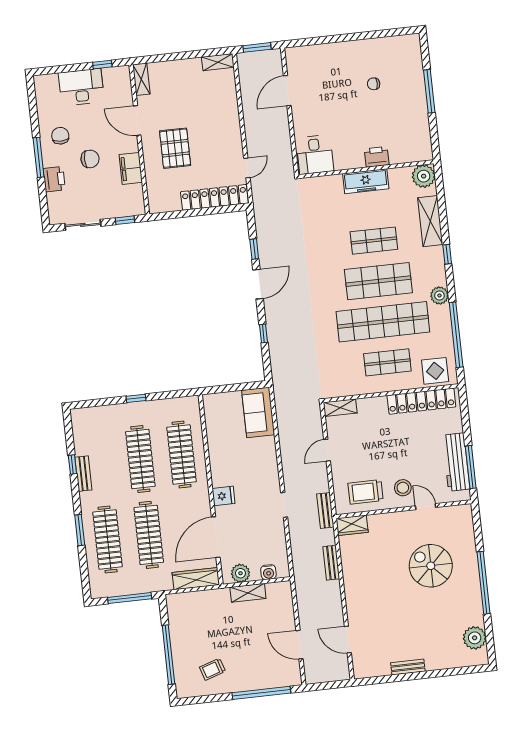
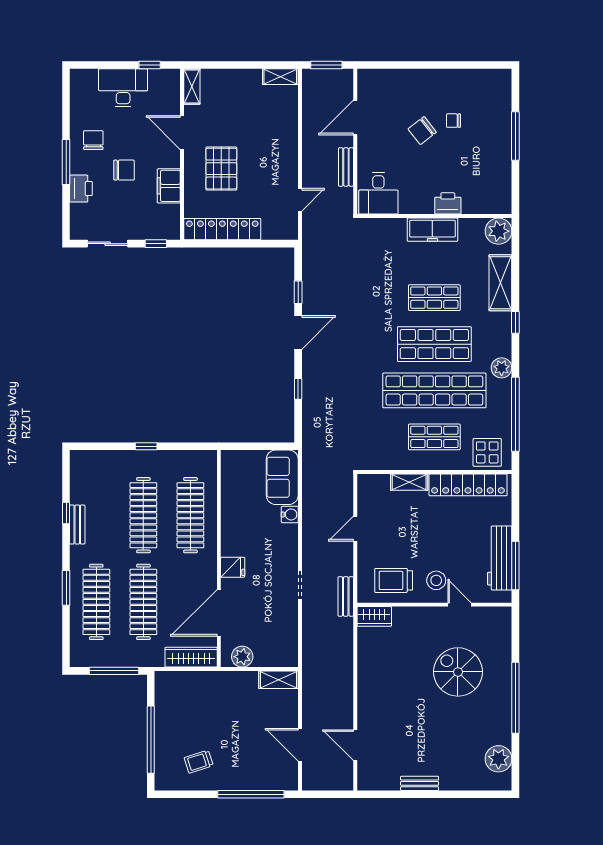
chair: (347, 95) -> (422, 131), added
locker: (214, 197) -> (222, 229), moved
shelving: (340, 408) -> (409, 482), moved
bench: (331, 563) -> (346, 167), moved
water cooler: (268, 572) -> (290, 514), moved, turned -90
shelving: (248, 593) -> (278, 680), moved

